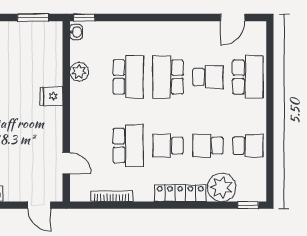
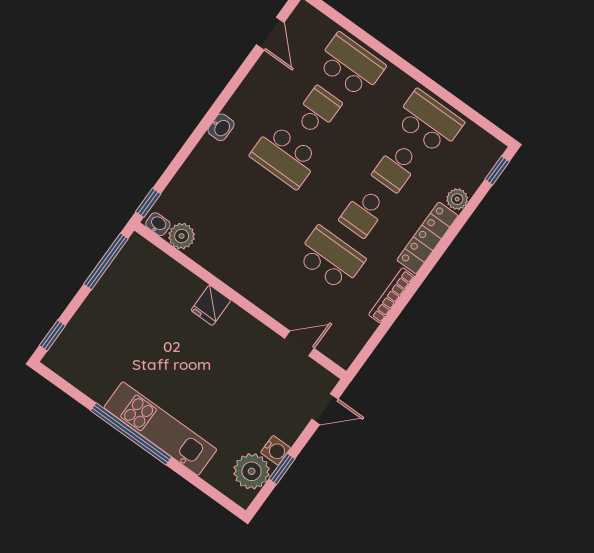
window: (33, 17) -> (106, 261), width x1.44
washbasin: (158, 28) -> (221, 127), added
plant: (79, 72) -> (182, 236), moved
school desk: (128, 77) -> (252, 202), removed
school desk: (248, 146) -> (429, 122), width x1.85
plant: (222, 187) -> (457, 199), width x0.53, depth x0.53
bookcase: (112, 196) -> (392, 295), moved

